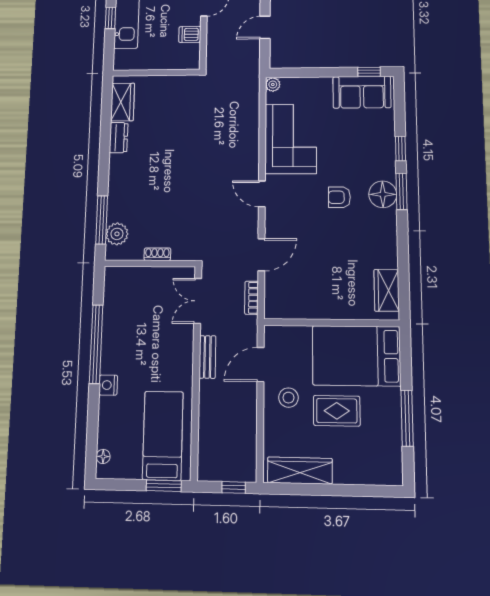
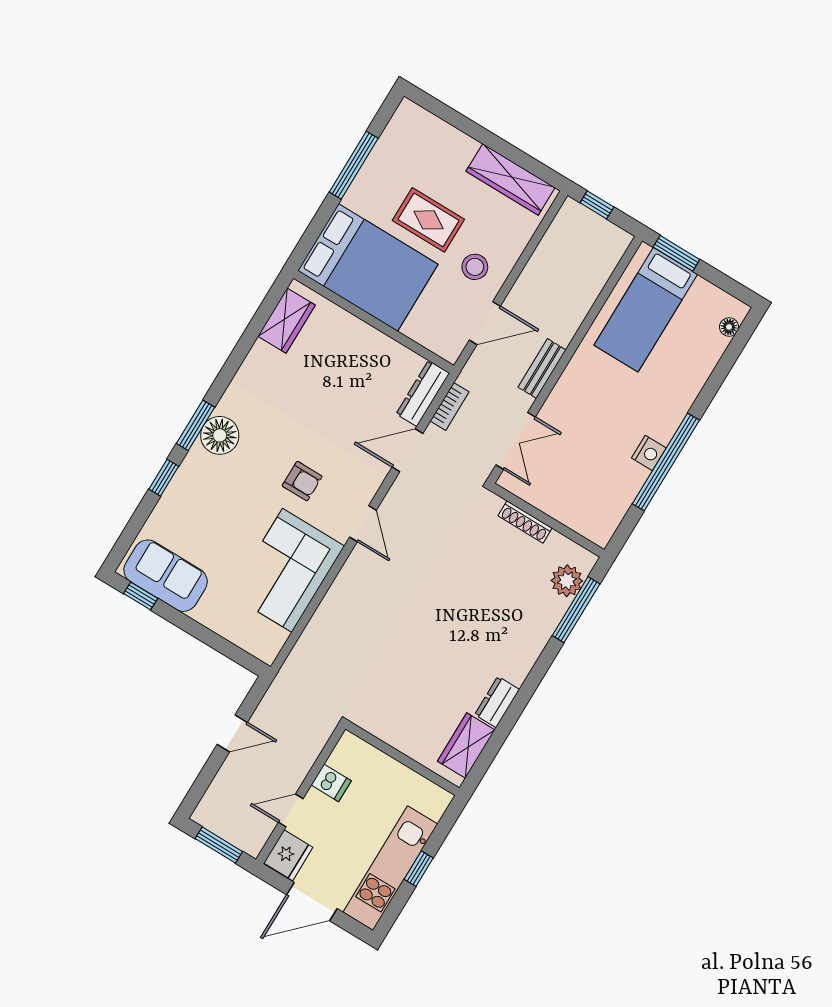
plant: (273, 84) -> (267, 653), removed
armchair: (339, 197) -> (302, 481), moved
shoe rack: (157, 254) -> (525, 522), width x1.43
dresser: (273, 296) -> (423, 393), added
nightstand: (108, 385) -> (649, 453), moved

